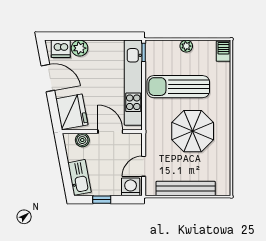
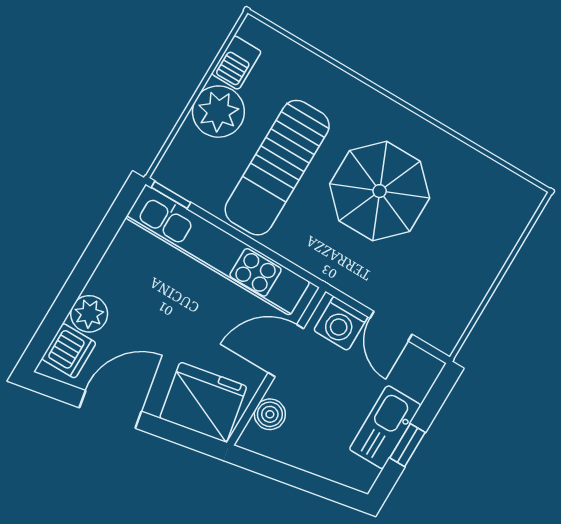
plant: (186, 46) -> (218, 112), width x1.87, depth x1.87
barbecue: (224, 51) -> (236, 63), moved, turned -90
kitchen sink: (79, 177) -> (385, 427), moved, turned -79
washing machine: (131, 187) -> (341, 324), moved, turned -90
bench: (186, 189) -> (482, 271), removed

